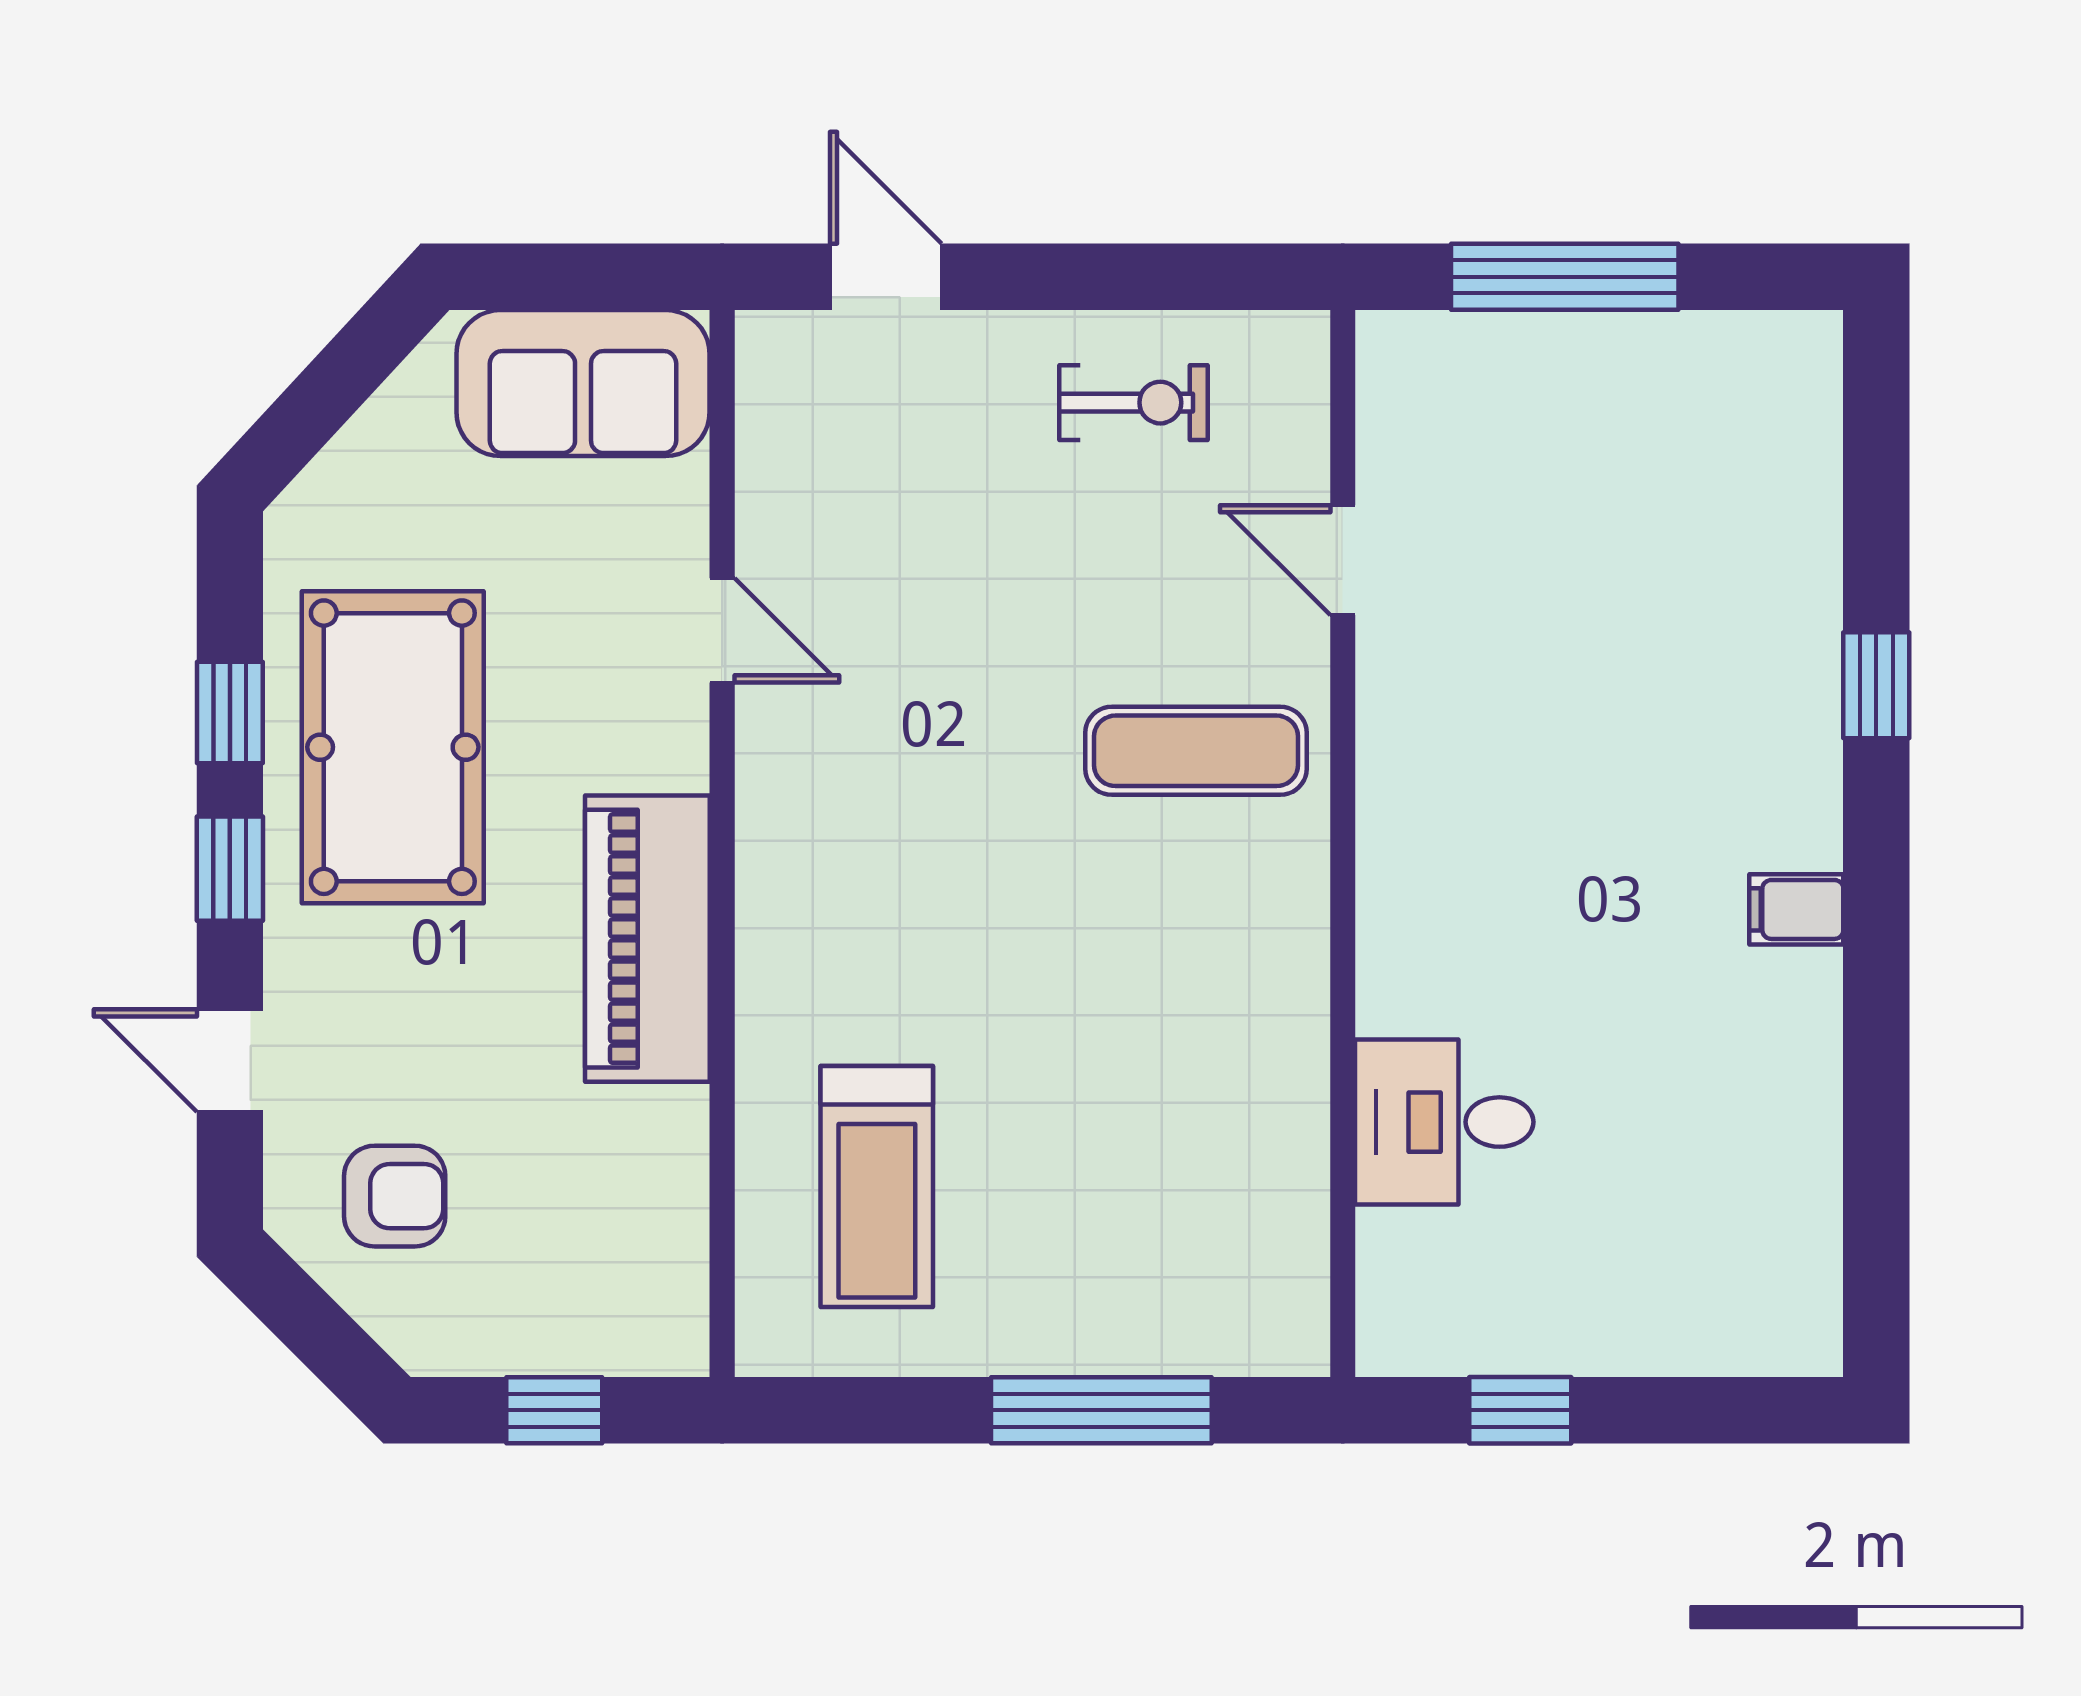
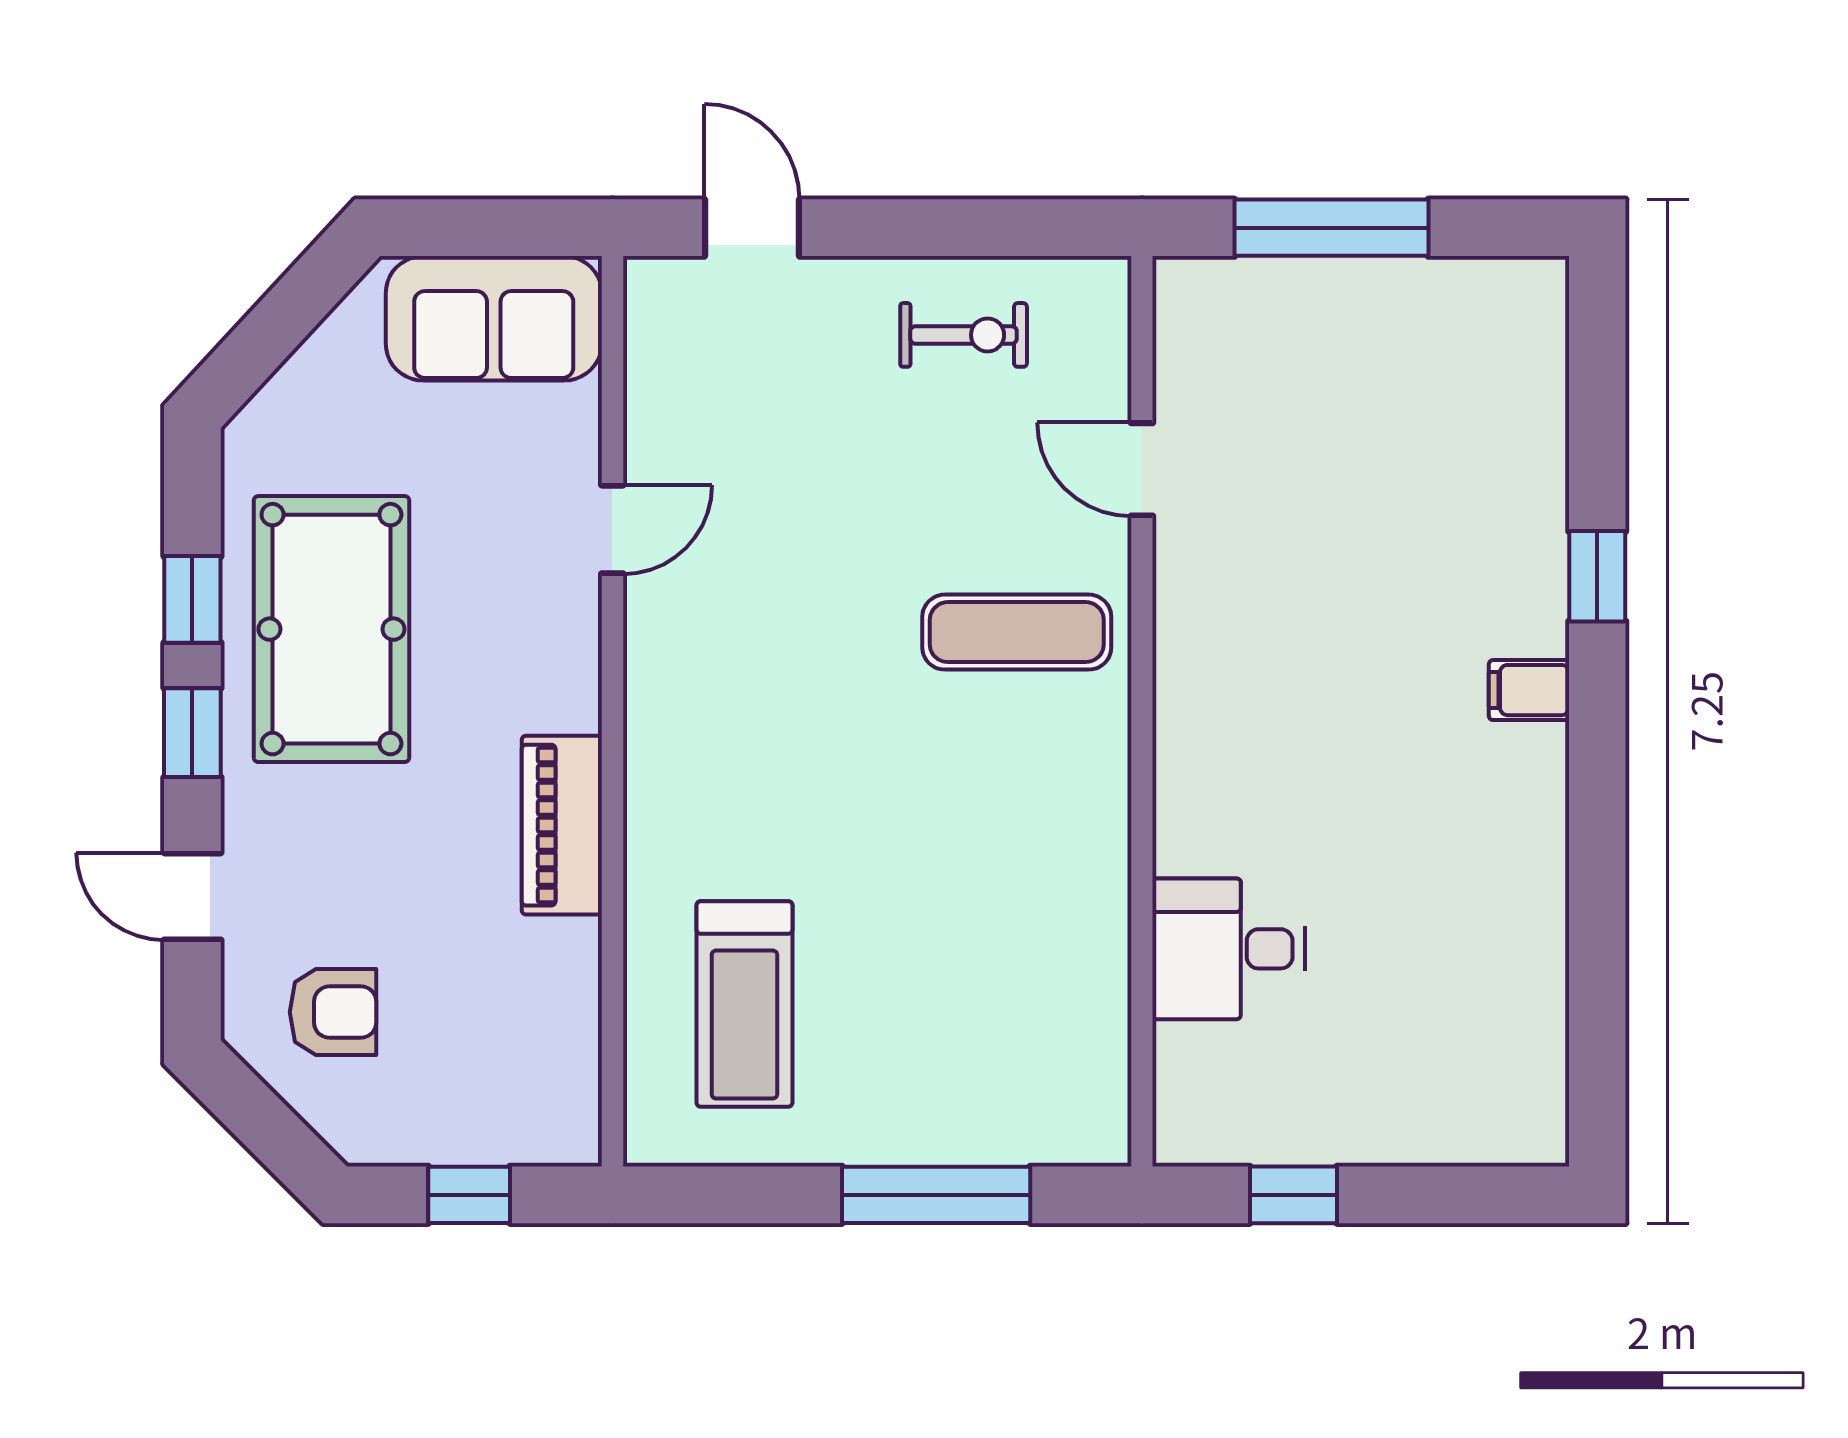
door: (722, 630) -> (612, 529), hinge flipped
filing cabinet: (1796, 909) -> (1529, 690), moved
piano: (647, 939) -> (562, 825), width x0.73, depth x0.75

